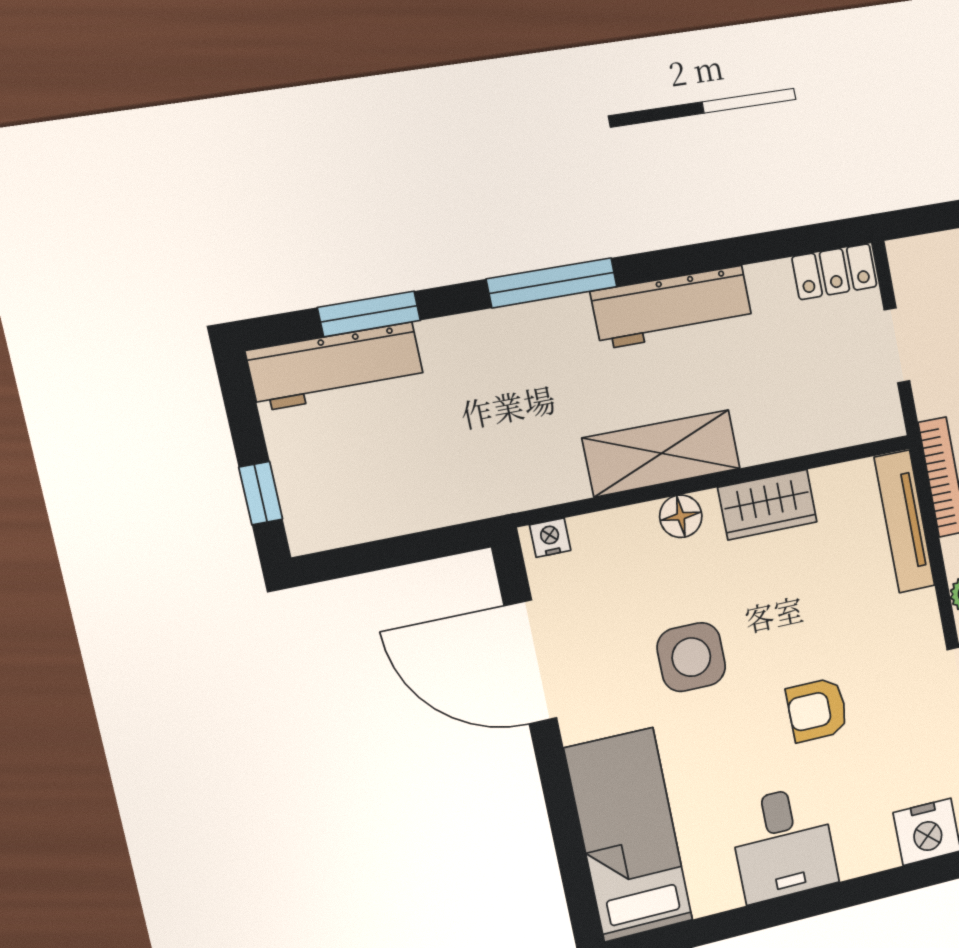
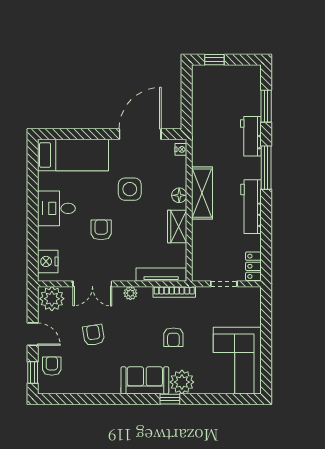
workbench: (336, 367) -> (251, 136), moved, width x0.73

